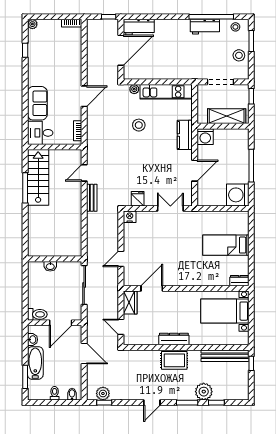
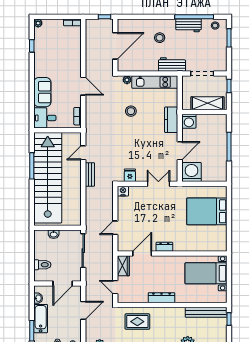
workbench: (139, 27) -> (172, 64), moved, turned 180
stool: (239, 55) -> (160, 38), moved
door: (84, 96) -> (83, 86), hinge flipped
stairs: (38, 177) -> (48, 178), width x1.86, depth x1.51
washing machine: (238, 195) -> (191, 172), moved, turned 90
bed: (226, 245) -> (207, 211), width x1.50
dresser: (239, 281) -> (164, 247), moved
toilet: (37, 314) -> (42, 265), moved
door: (84, 353) -> (83, 310), hinge flipped
rug: (174, 360) -> (137, 322), moved

